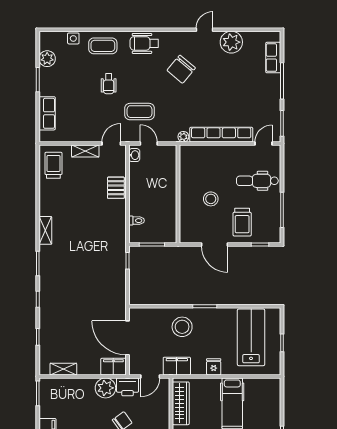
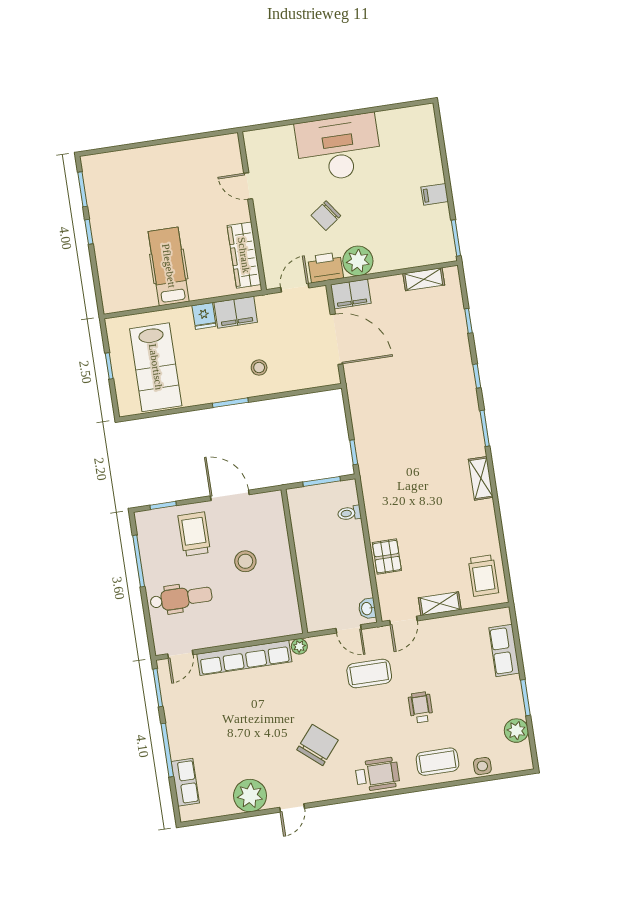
stool: (182, 327) -> (259, 368), width x0.53, depth x0.53
filing cabinet: (177, 366) -> (236, 312), moved

